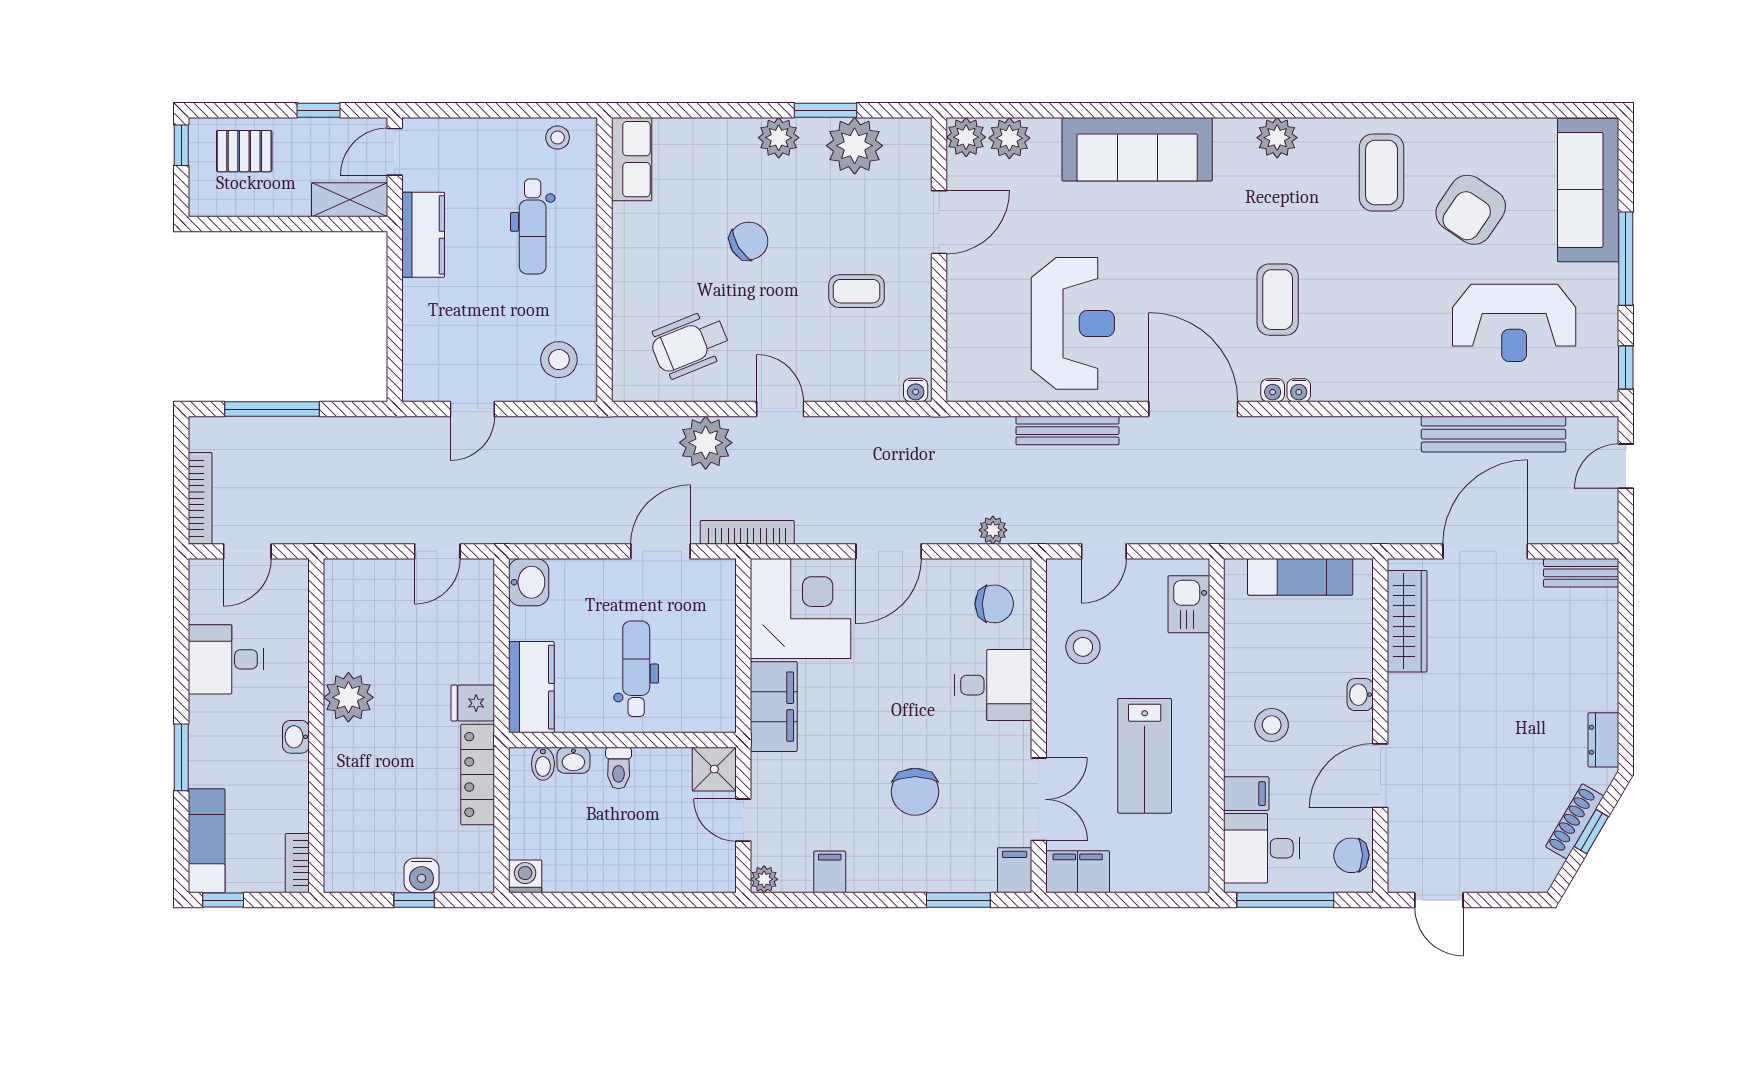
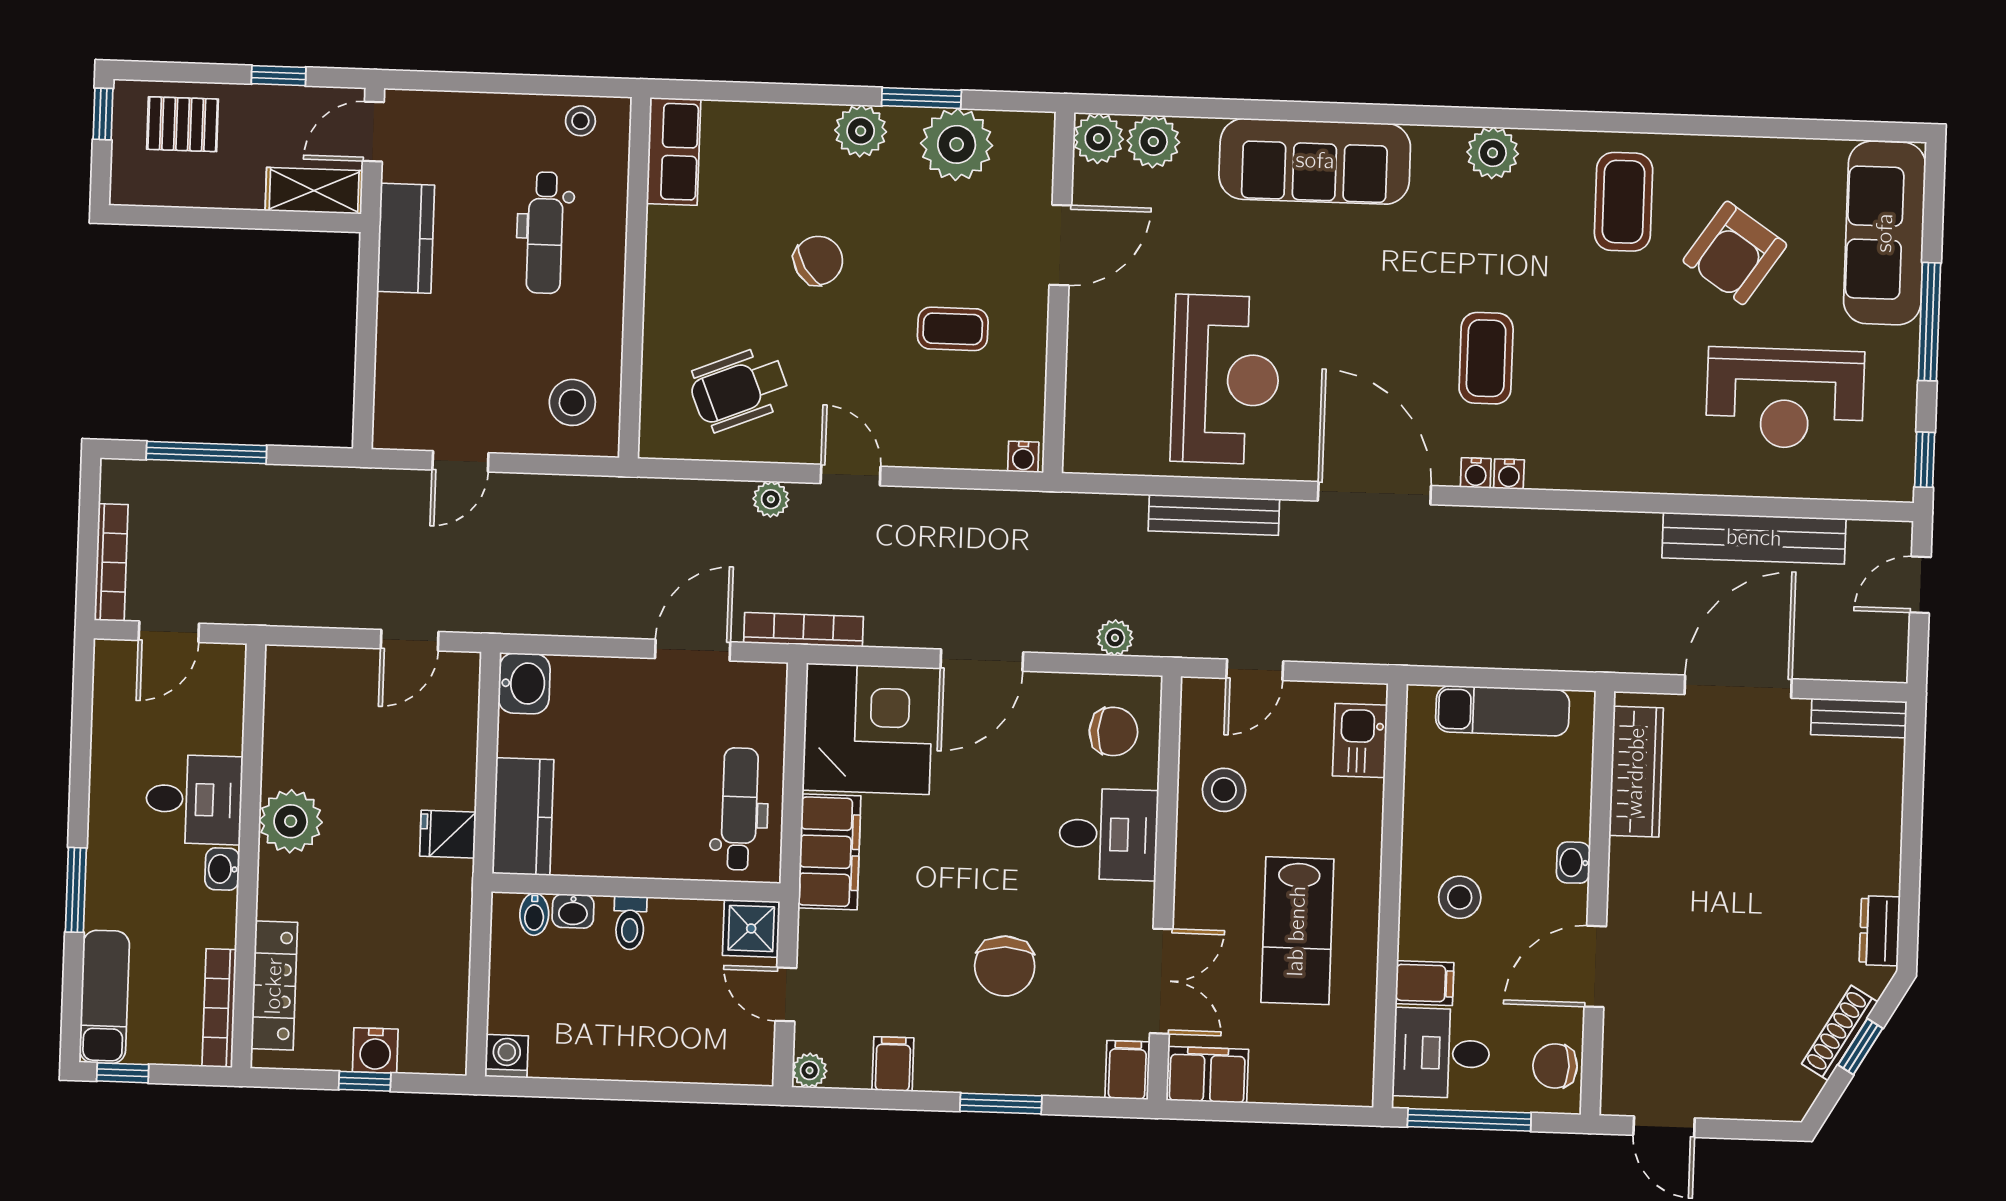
plant: (706, 443) -> (771, 499), width x0.53, depth x0.53
desk: (226, 659) -> (194, 799), moved, turned 180
dental chair: (636, 669) -> (739, 809), moved
locker: (478, 774) -> (274, 986), moved, turned 180
bookcase: (297, 863) -> (219, 1008), width x1.56
window: (958, 900) -> (1001, 1104), moved

